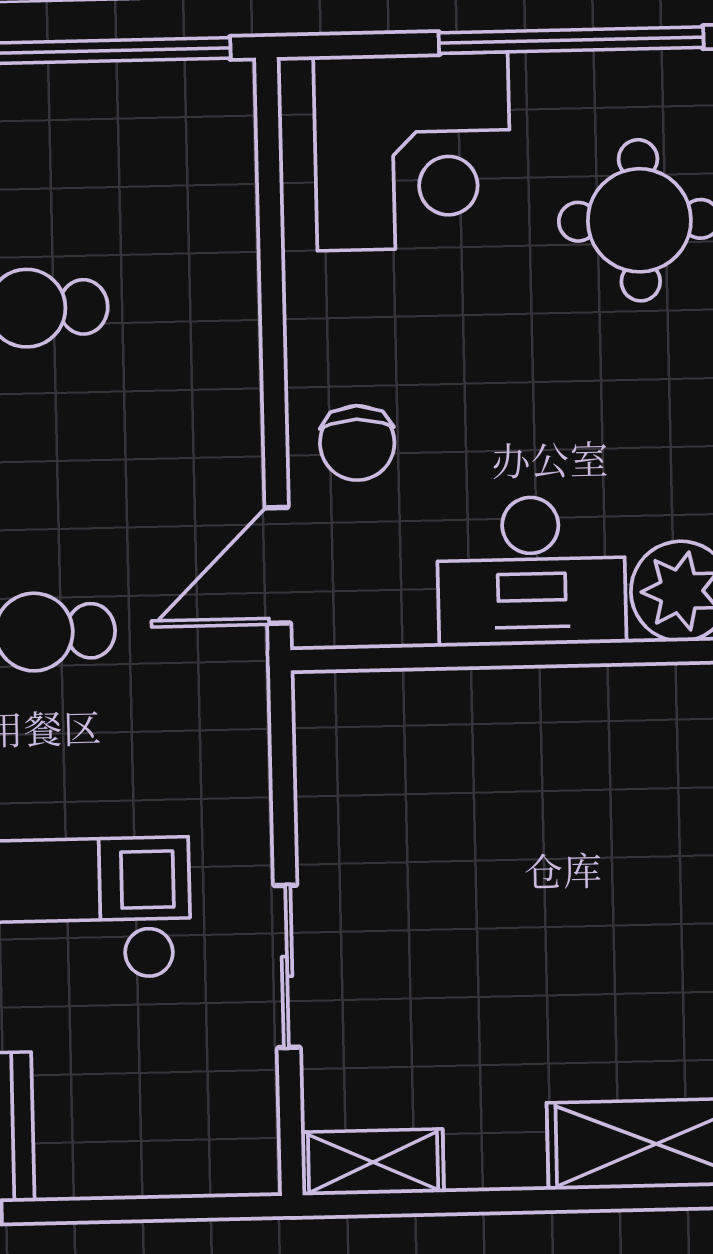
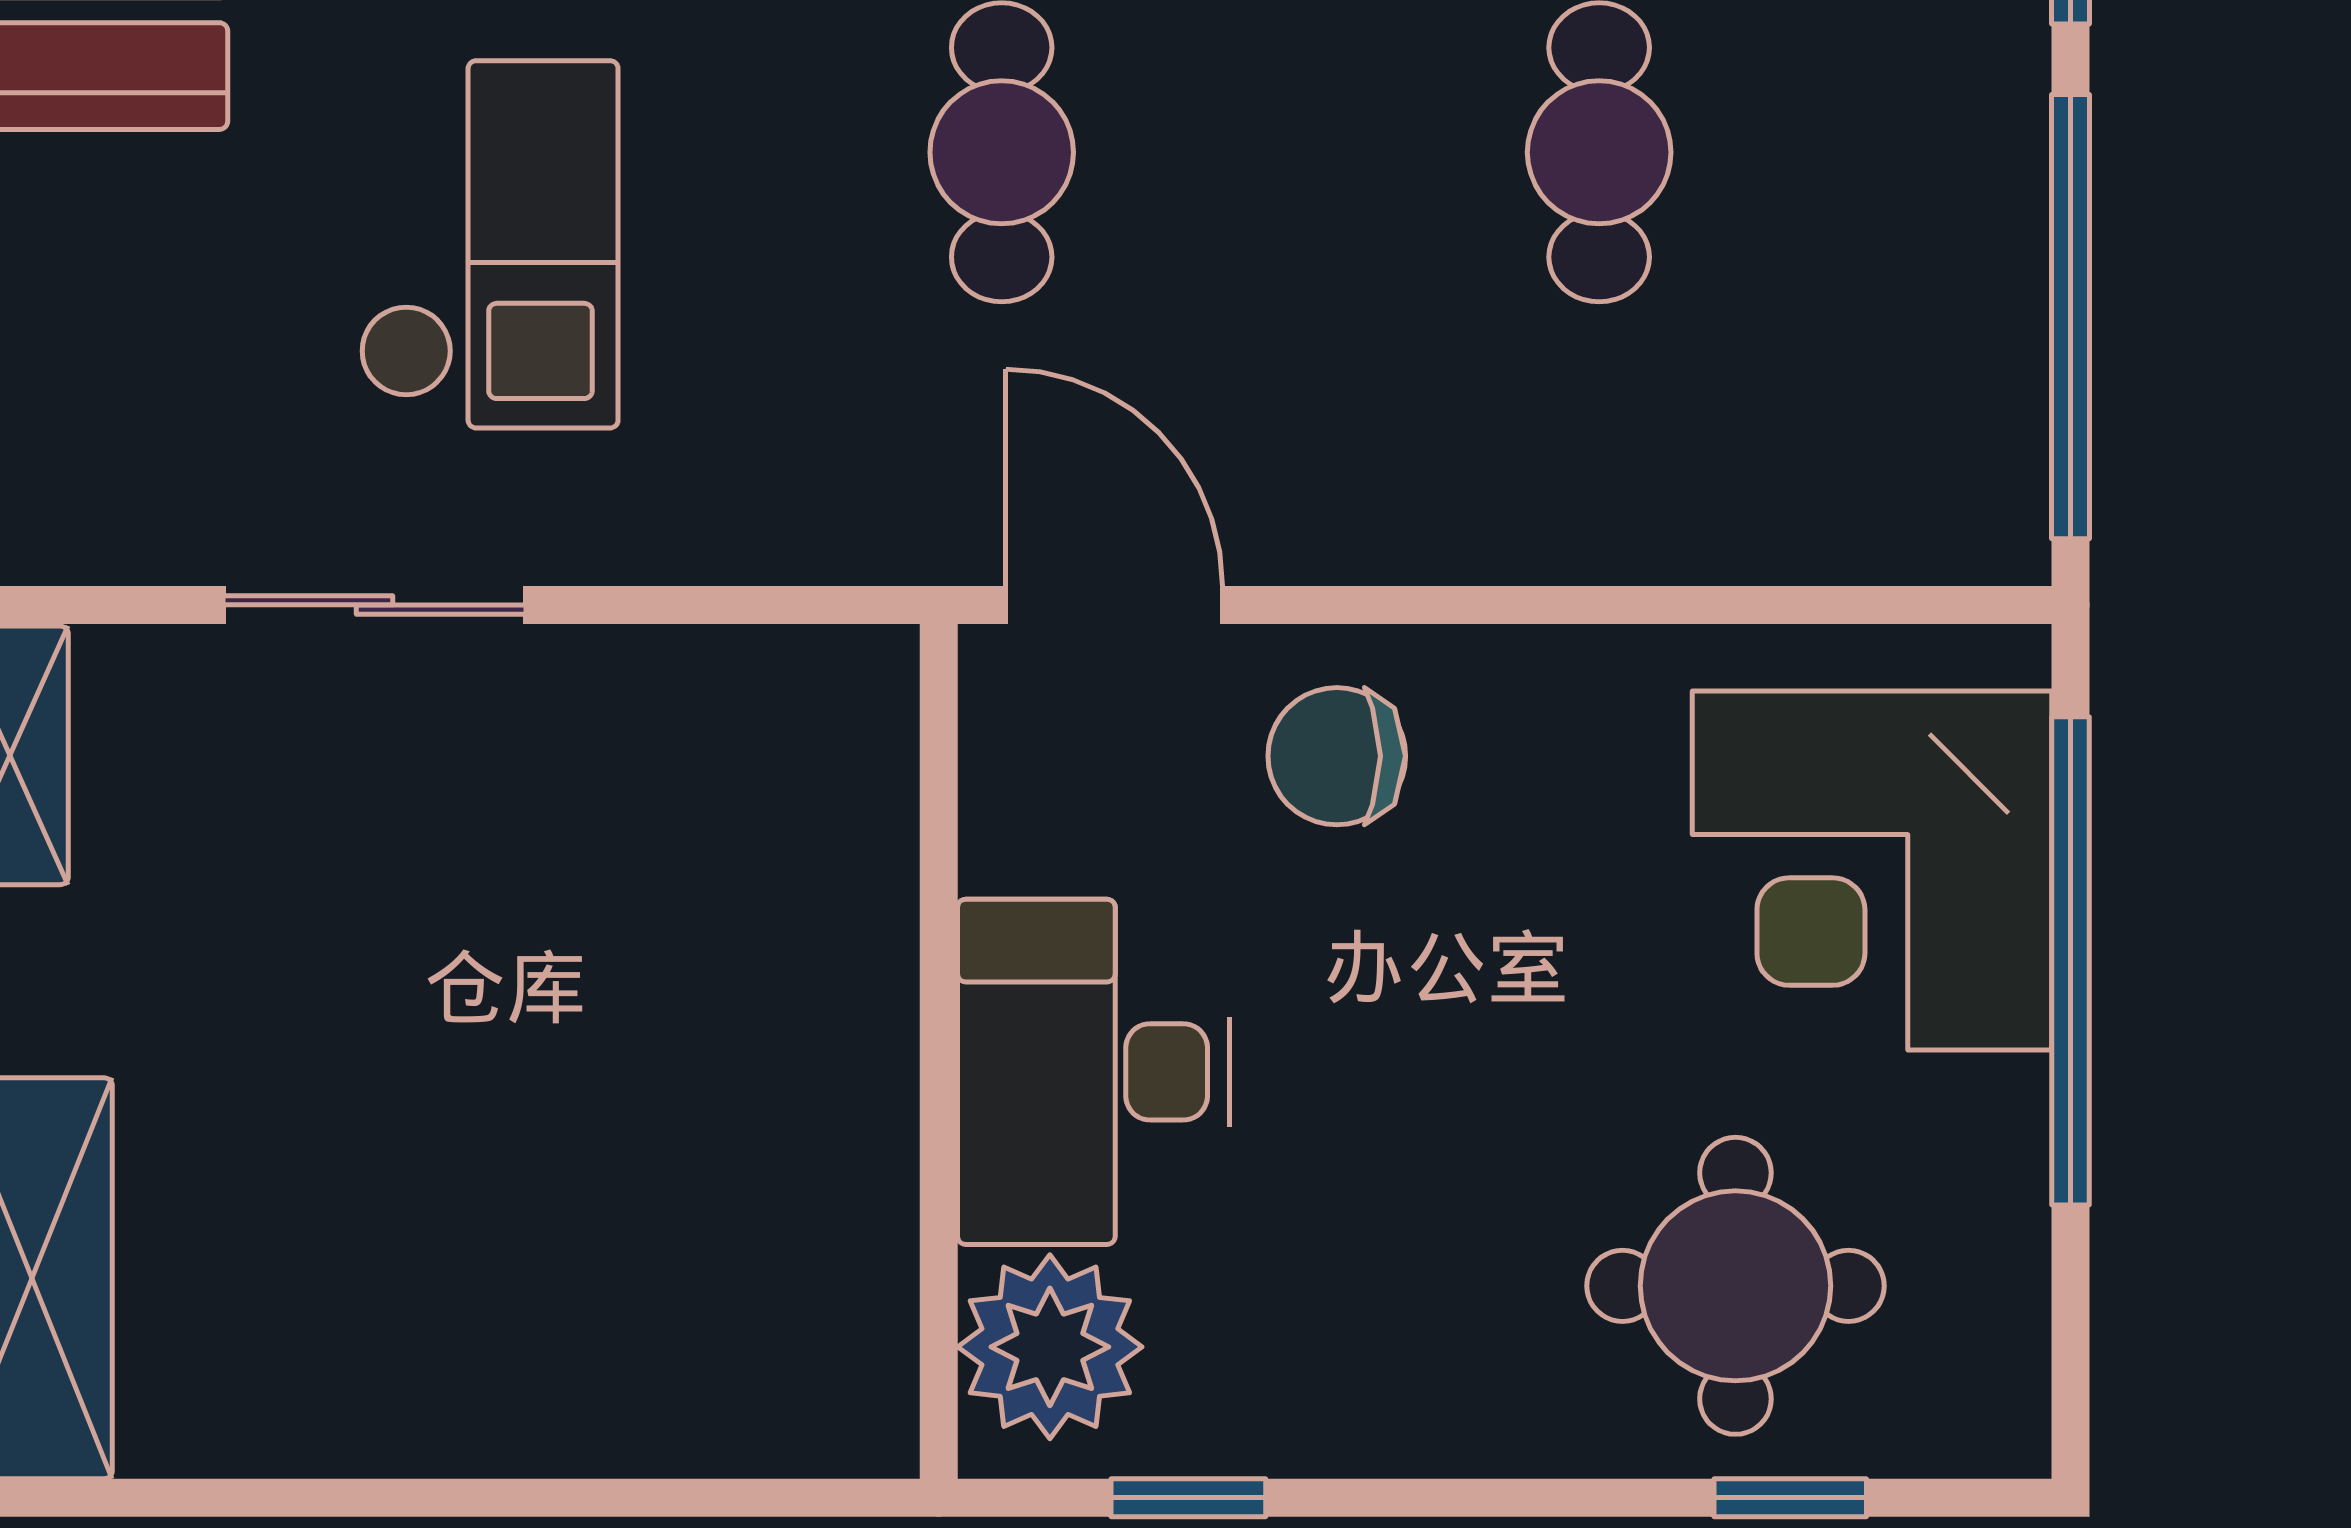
window: (571, 40) -> (2070, 961), moved

